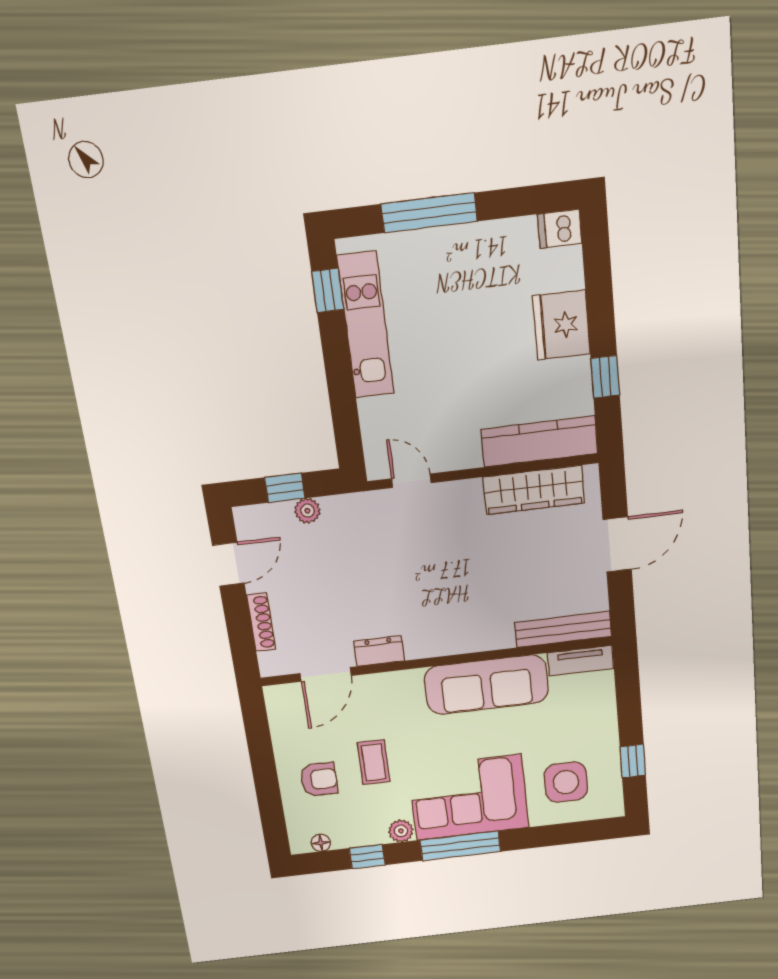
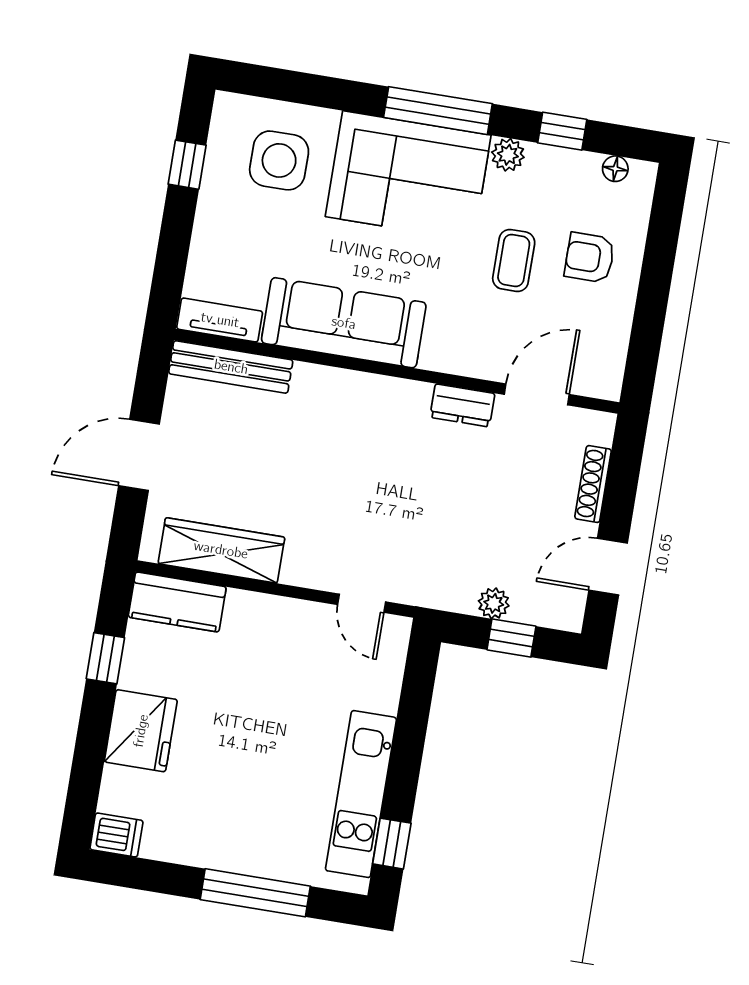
kitchen counter: (539, 442) -> (177, 602), width x0.67

